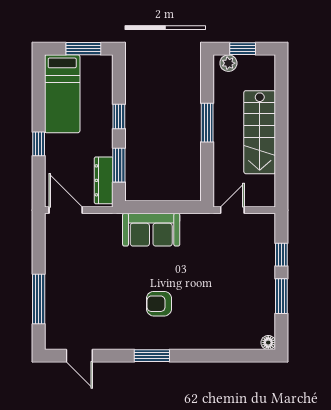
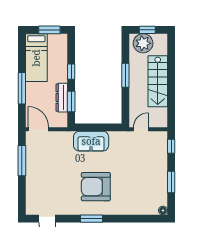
plant: (228, 63) -> (143, 43), width x1.88, depth x1.88
window: (39, 144) -> (22, 88), width x2.17
dresser: (104, 180) -> (62, 98), moved
window: (281, 255) -> (171, 146), moved
window: (39, 299) -> (22, 161), moved
armchair: (159, 304) -> (96, 187), width x1.88, depth x1.88

